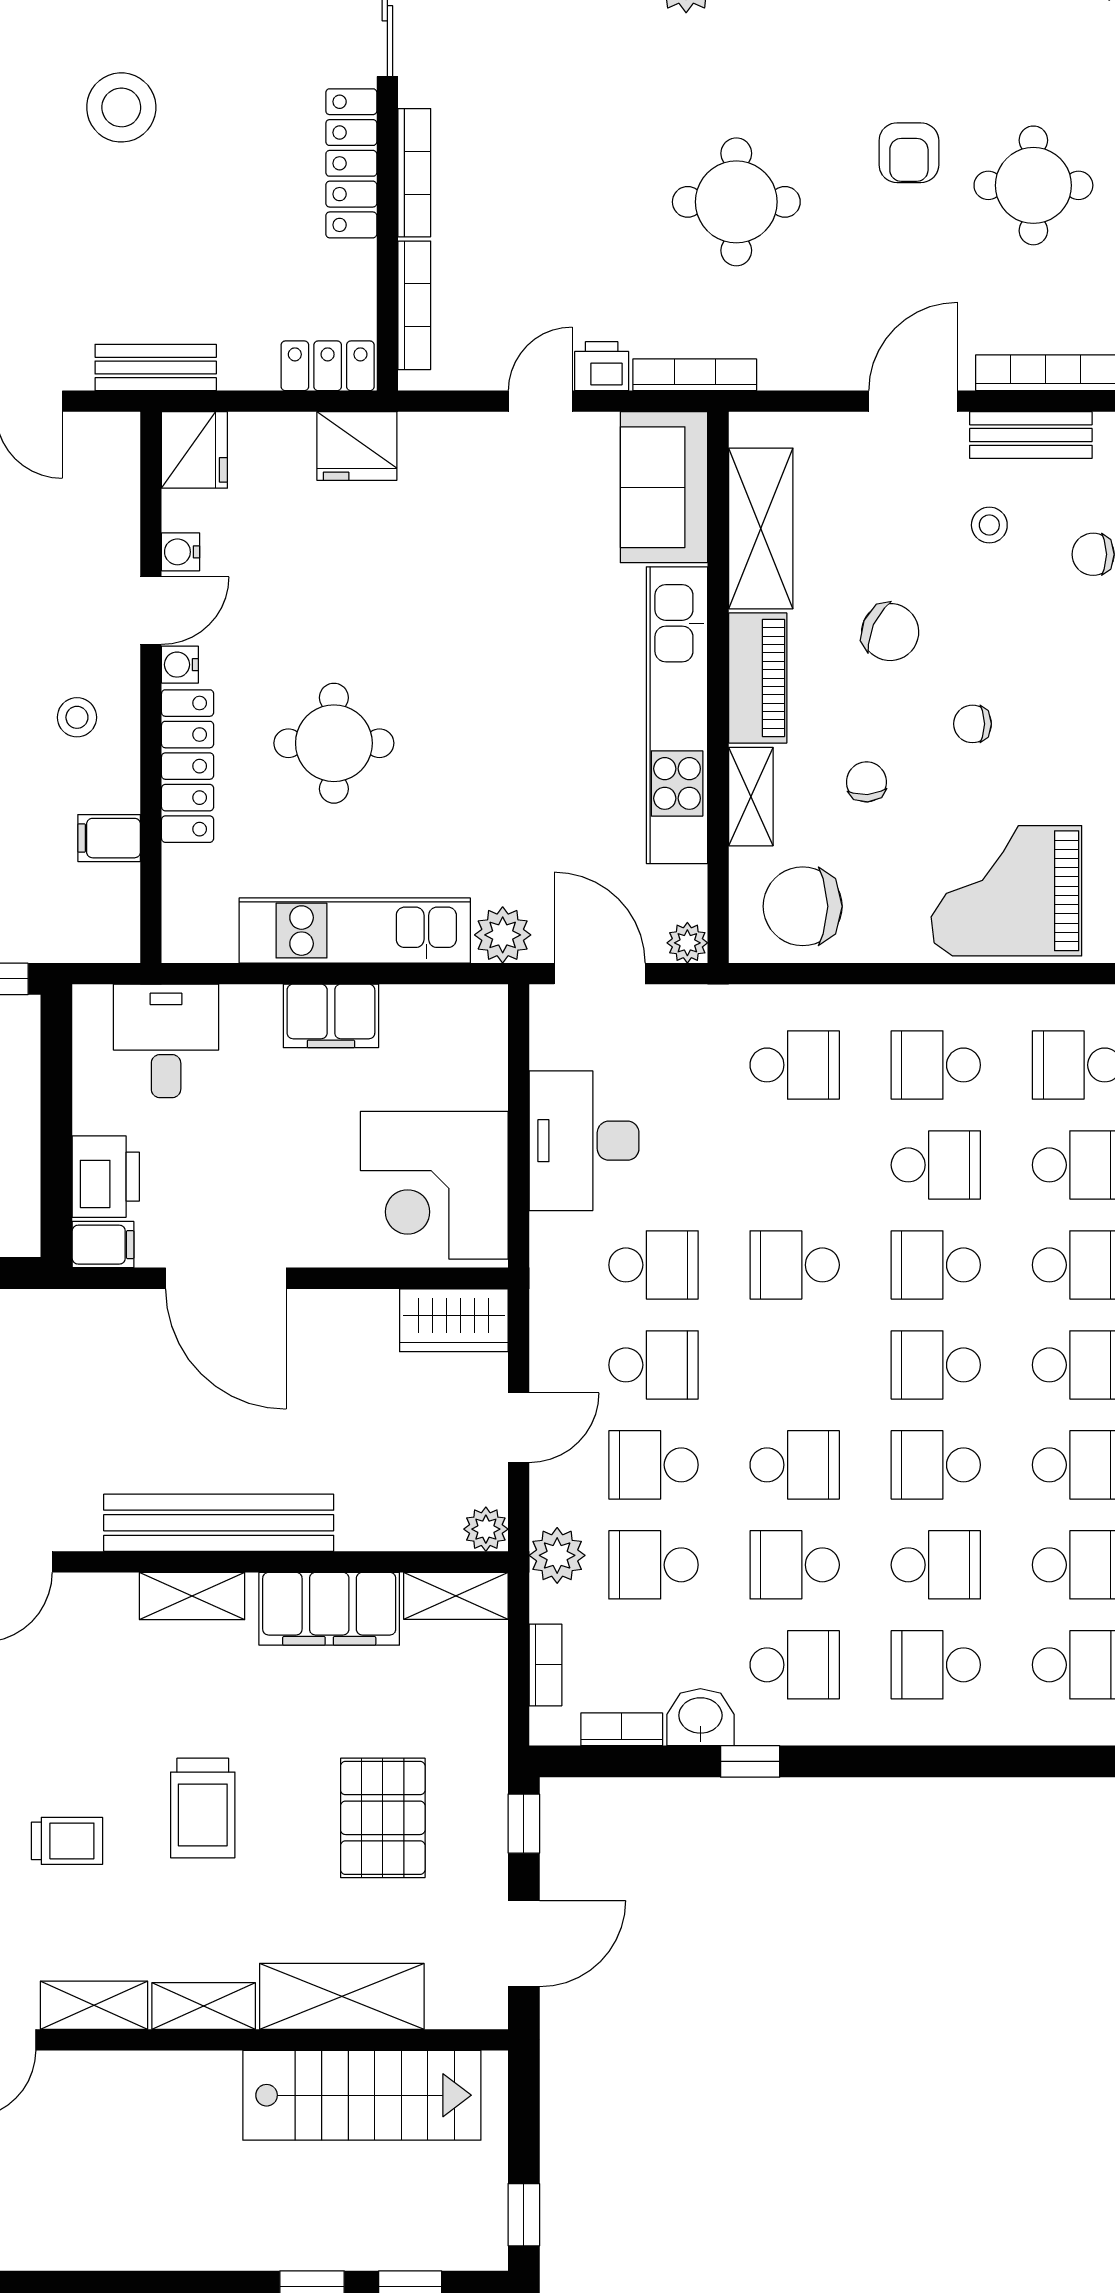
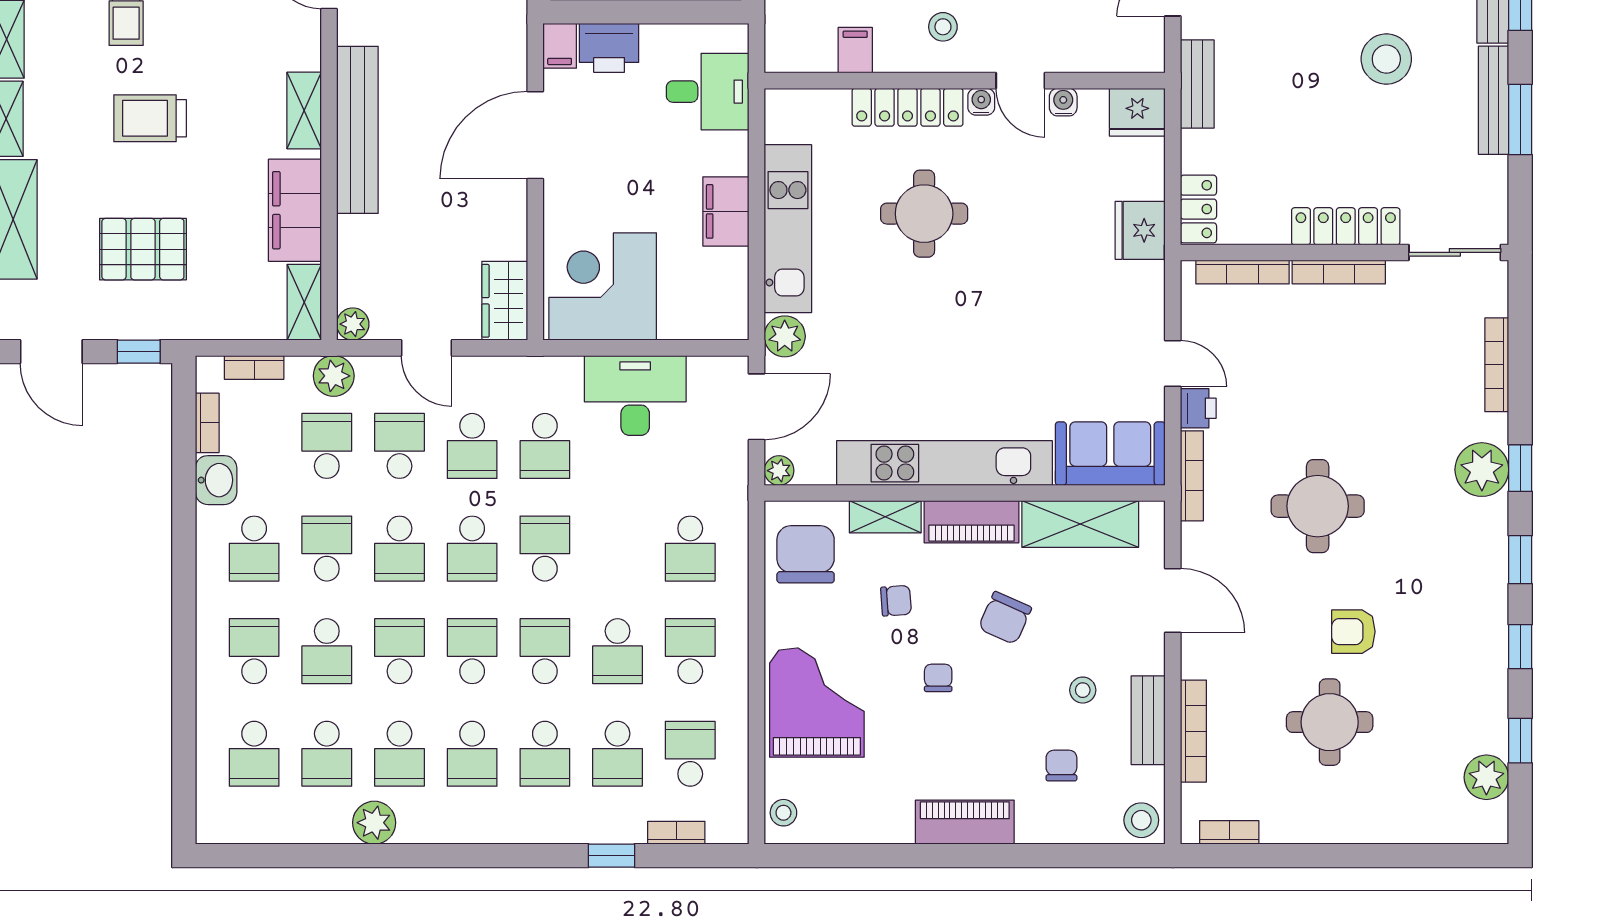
door: (913, 401) -> (1173, 600), moved
school desk: (795, 1365) -> (472, 549), added
window: (750, 1761) -> (184, 516), removed

